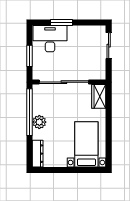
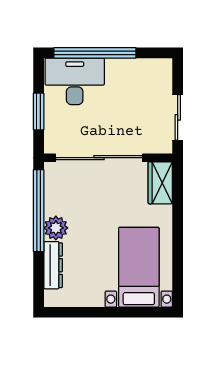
window: (62, 22) -> (95, 53), width x2.11
sliding door: (109, 46) -> (178, 117), moved
dresser: (38, 154) -> (53, 265), moved

